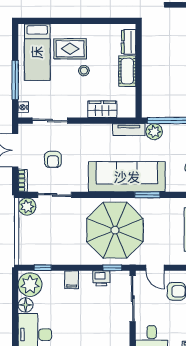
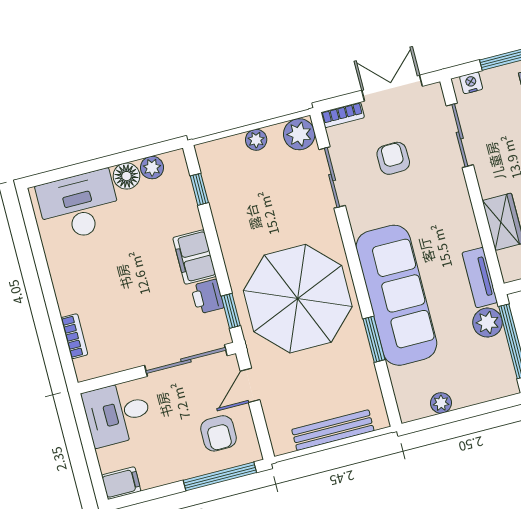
armchair: (53, 159) -> (393, 158), turned 89
plant: (24, 230) -> (256, 140), added
filing cabinet: (72, 280) -> (194, 257), width x2.00
plant: (30, 285) -> (152, 168), width x0.53, depth x0.53

